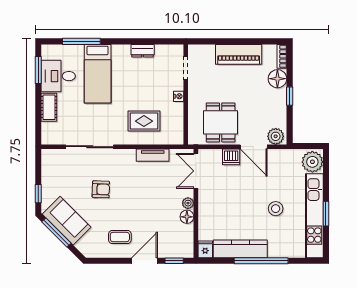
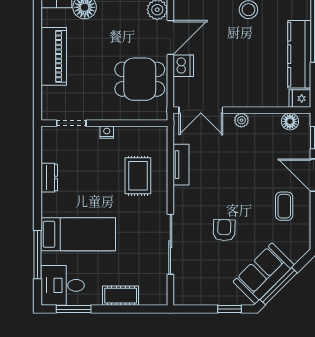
desk: (58, 76) -> (63, 285), moved, turned 90
floor lamp: (187, 217) -> (290, 121), moved

